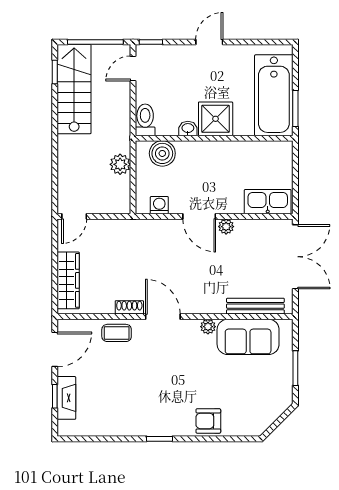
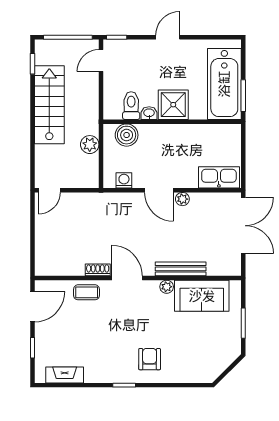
stairs: (74, 89) -> (49, 105), moved
toilet: (145, 120) -> (131, 106), moved
wardrobe: (68, 280) -> (44, 246), removed
bench: (255, 306) -> (181, 269), moved
fireplace: (66, 398) -> (65, 375), moved, turned -90
armchair: (208, 421) -> (150, 359), moved, turned 90

